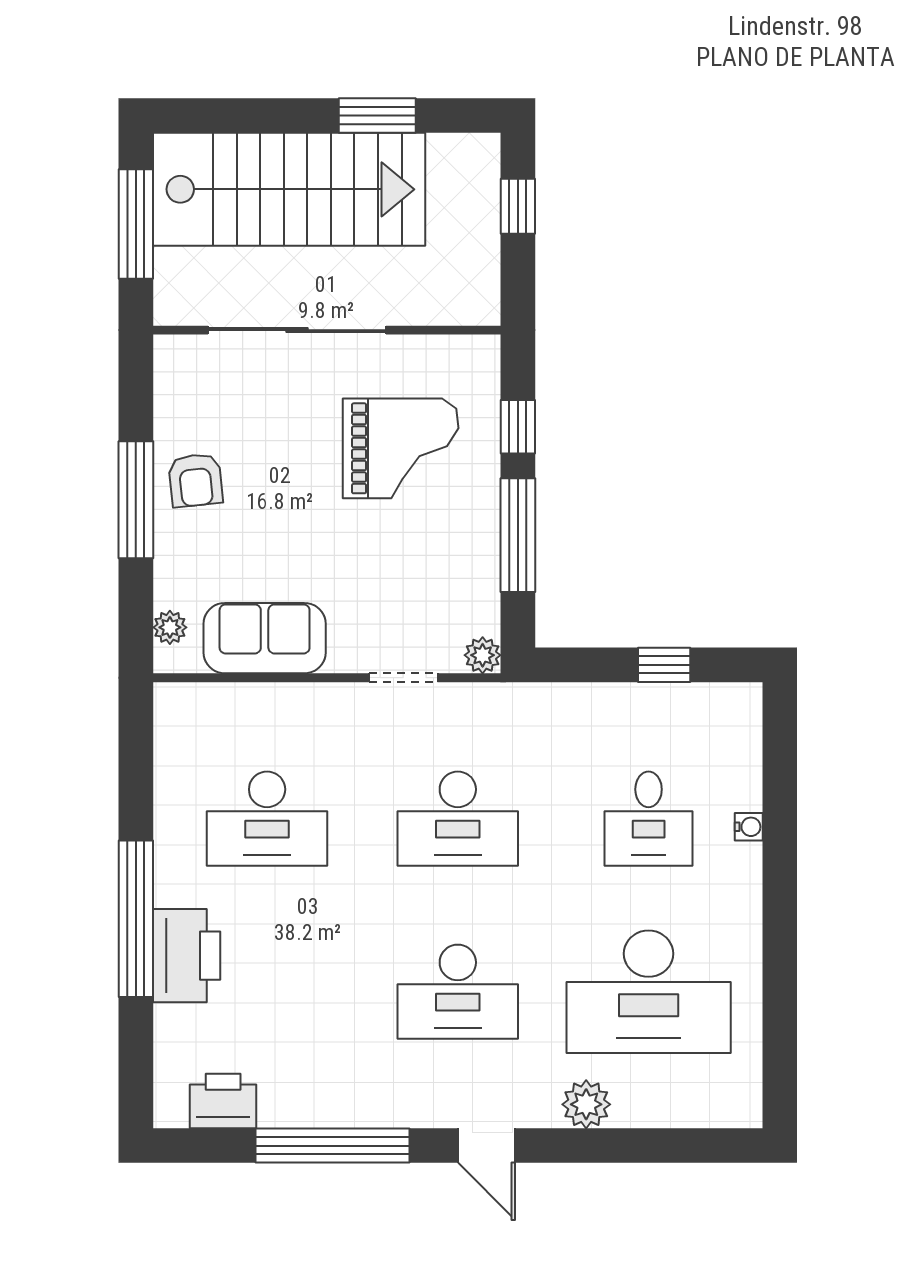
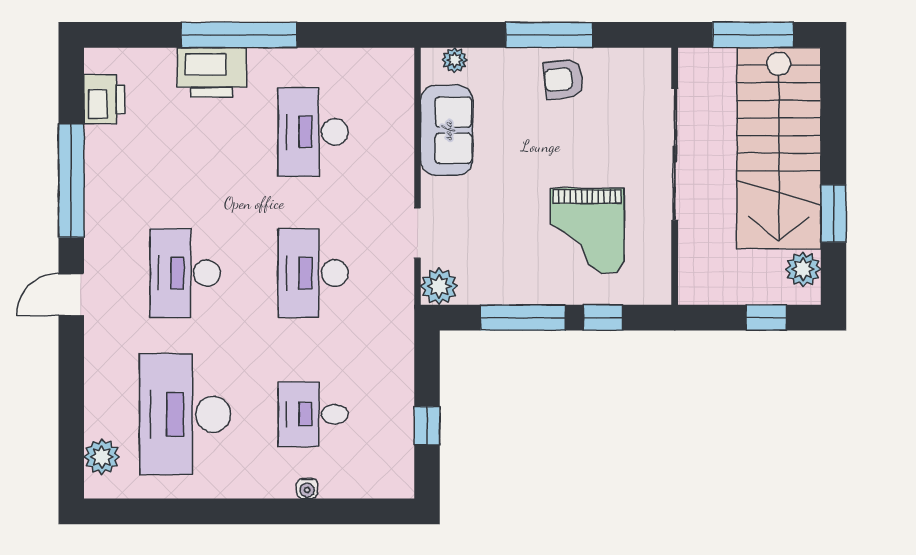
plant: (453, 156) -> (803, 269), added
plant: (483, 655) -> (439, 286), width x1.38, depth x1.38
plant: (586, 1104) -> (102, 457), moved

